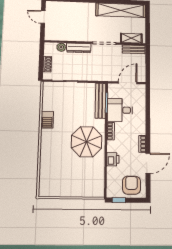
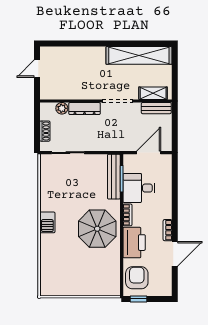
door: (43, 17) -> (37, 69), hinge flipped
barbecue: (47, 120) -> (47, 222), moved
printer: (113, 159) -> (134, 243), width x1.87, depth x1.48
armchair: (131, 185) -> (137, 278), moved

